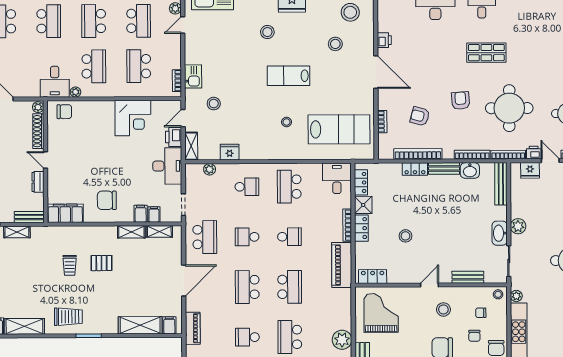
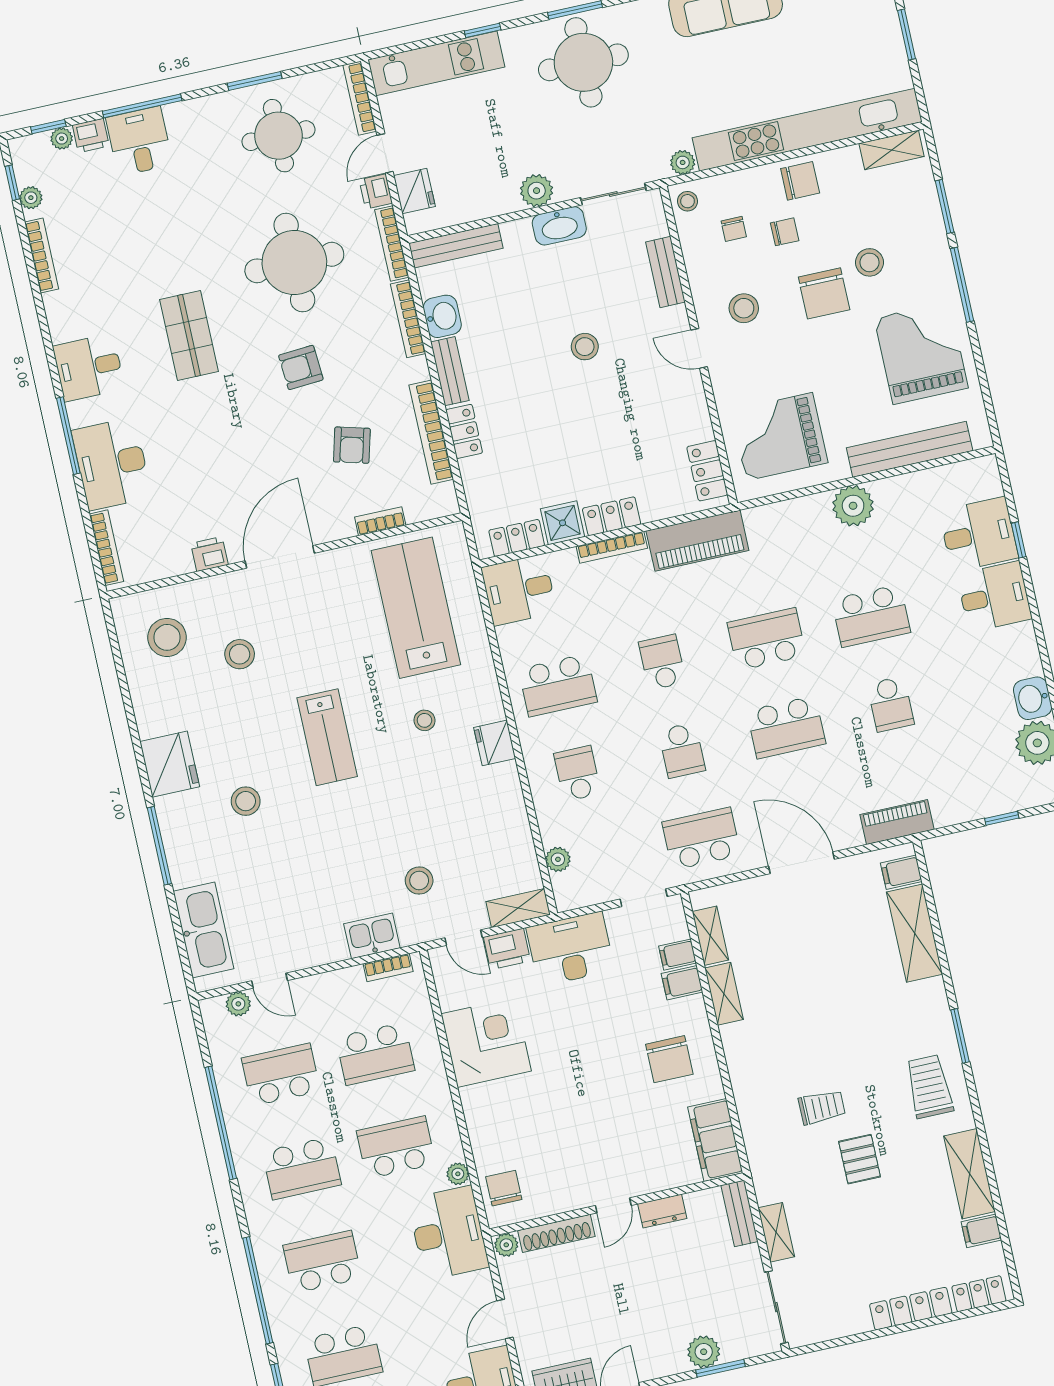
desk: (55, 82) -> (448, 1233), width x1.37
fridge: (230, 152) -> (495, 743), moved
stool: (405, 236) -> (585, 347), moved
pallet: (101, 263) -> (860, 1159), moved

